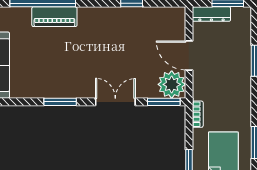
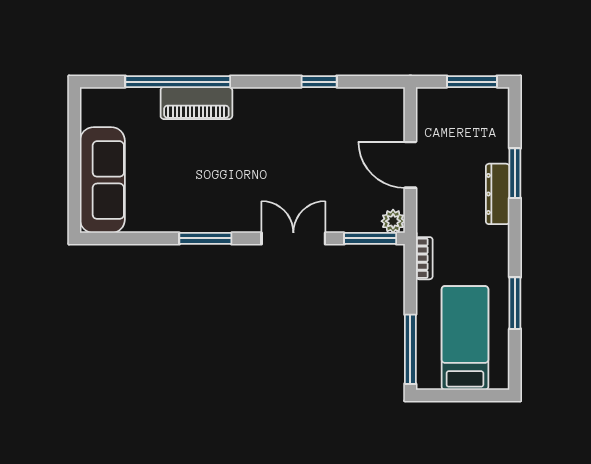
dresser: (211, 14) -> (498, 194), moved, turned 90
plant: (172, 84) -> (393, 221), width x0.53, depth x0.53

